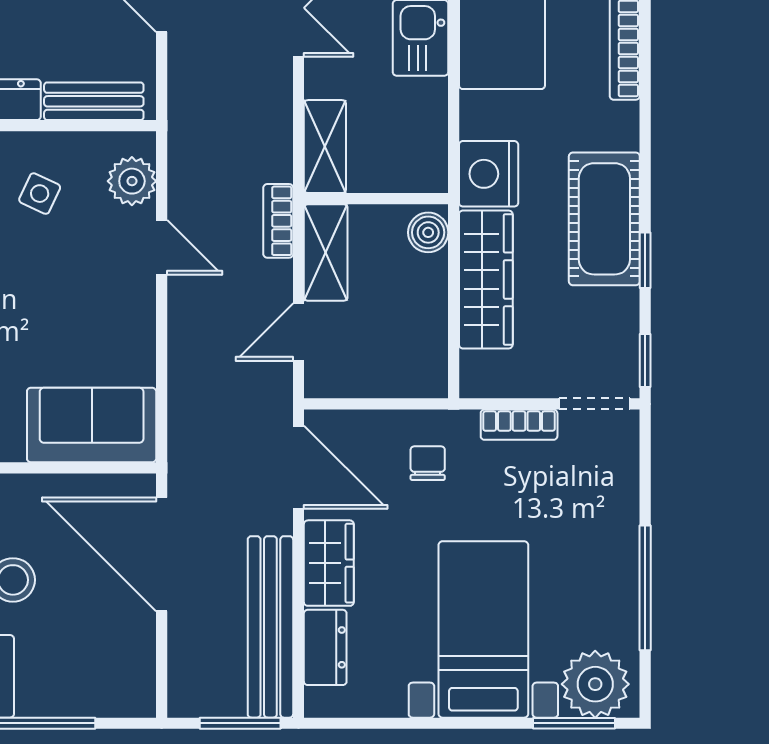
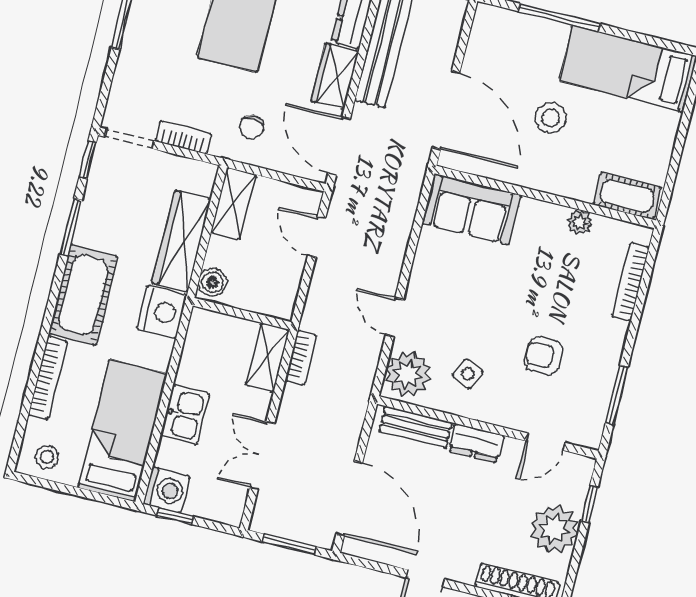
plant: (132, 181) -> (408, 374), width x1.36, depth x1.36
cot: (604, 219) -> (83, 295), moved
bookcase: (278, 221) -> (301, 358), moved
shelving: (326, 252) -> (233, 203), moved
window: (645, 260) -> (71, 227), width x1.50
door: (298, 332) -> (317, 237), swing flipped

